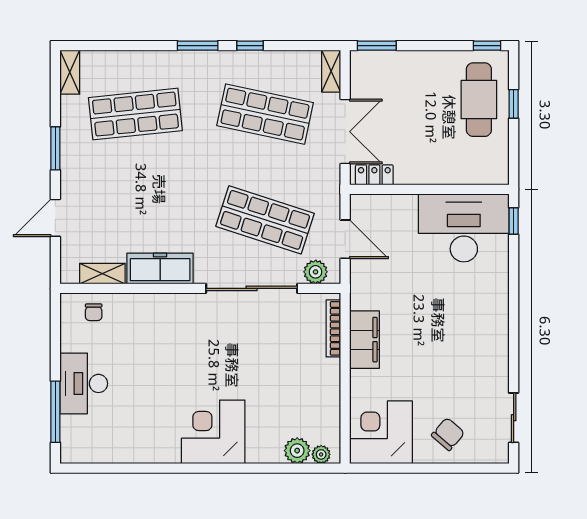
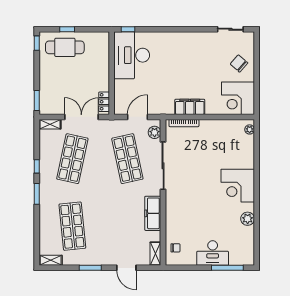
shop shelf: (265, 220) -> (127, 159), turned -30
shelving: (102, 274) -> (155, 254), moved
plant: (297, 451) -> (248, 219), moved

